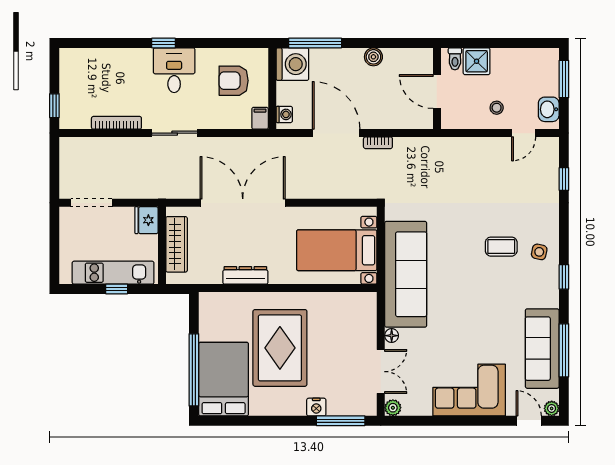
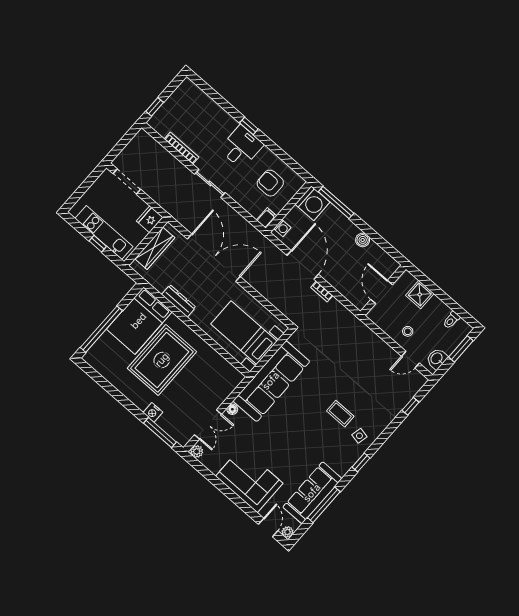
toilet: (455, 59) -> (451, 320), moved
bed: (224, 379) -> (139, 321), moved, turned 180

